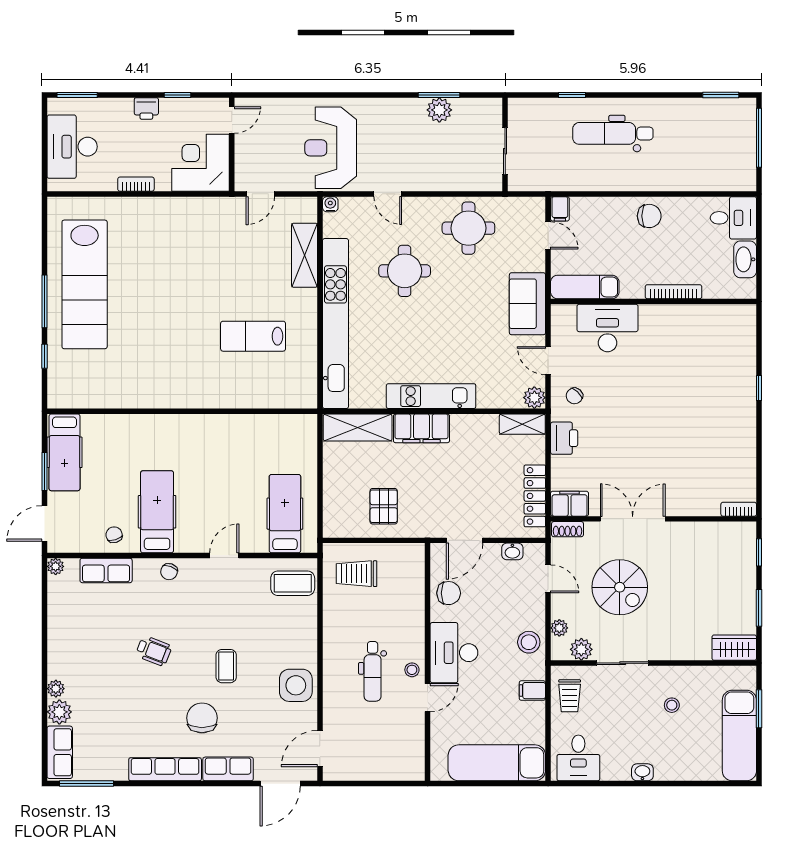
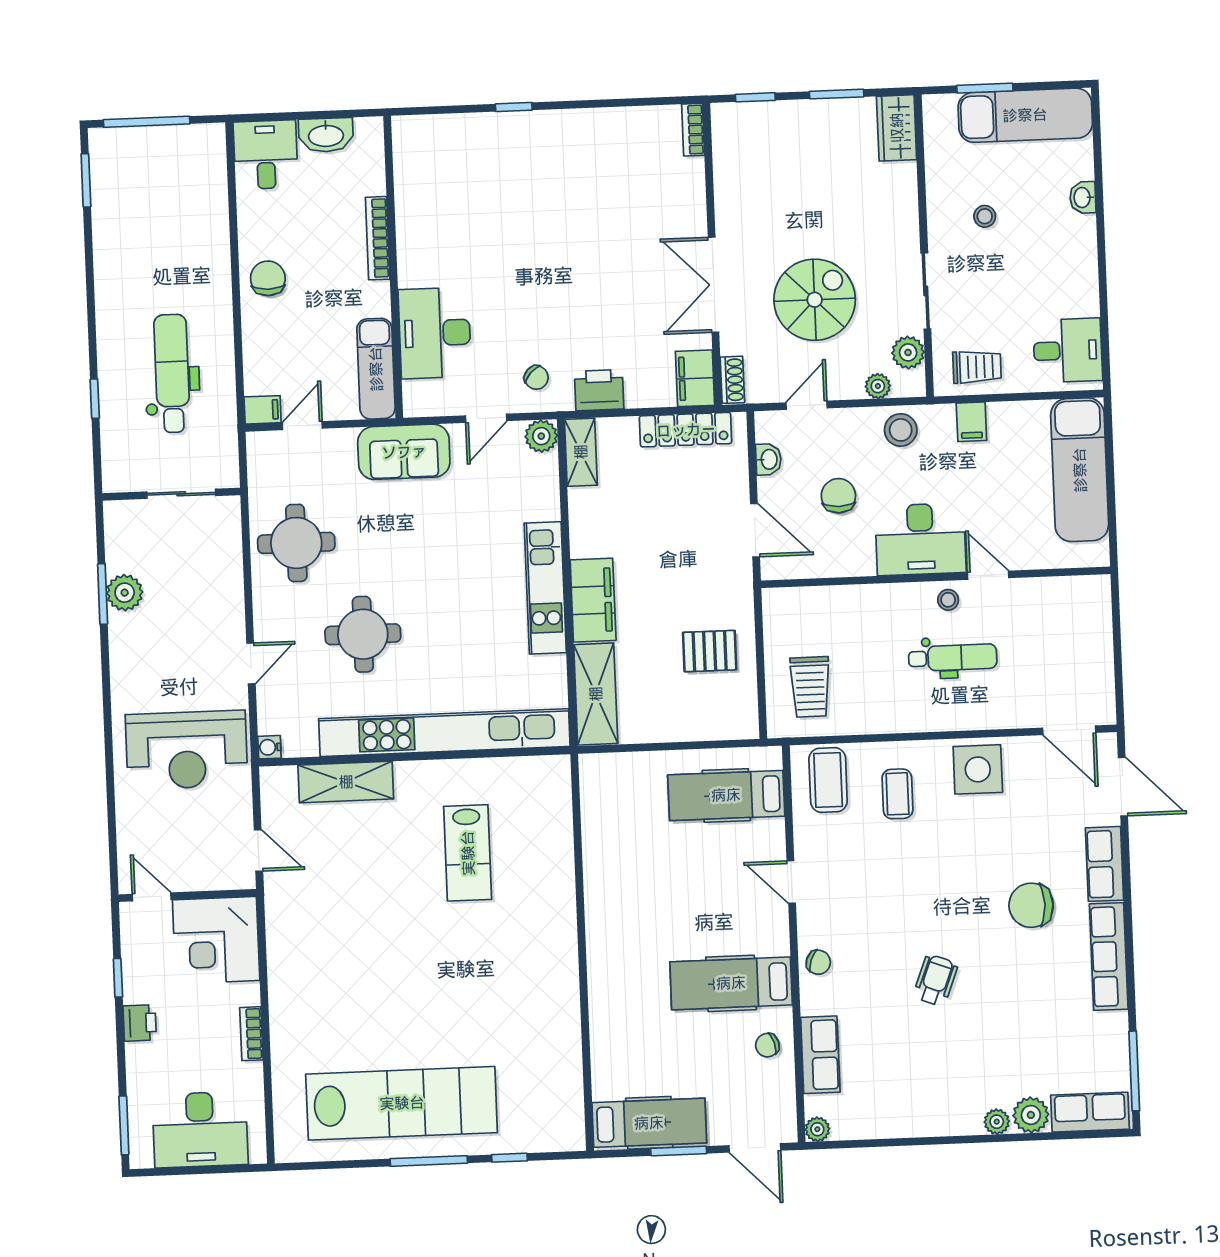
dental chair: (613, 133) -> (172, 373), moved, turned 180
chair: (449, 593) -> (838, 496), moved
coffee table: (226, 666) -> (897, 794), moved, turned 90
washbasin: (642, 772) -> (1083, 198), moved

